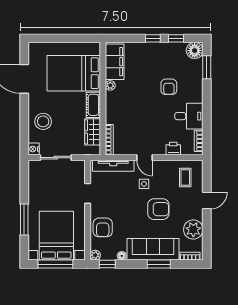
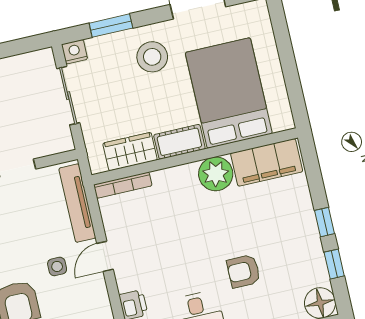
plant: (110, 85) -> (216, 174), width x1.88, depth x1.88
stool: (43, 121) -> (152, 57), moved
window: (24, 127) -> (111, 26), added

